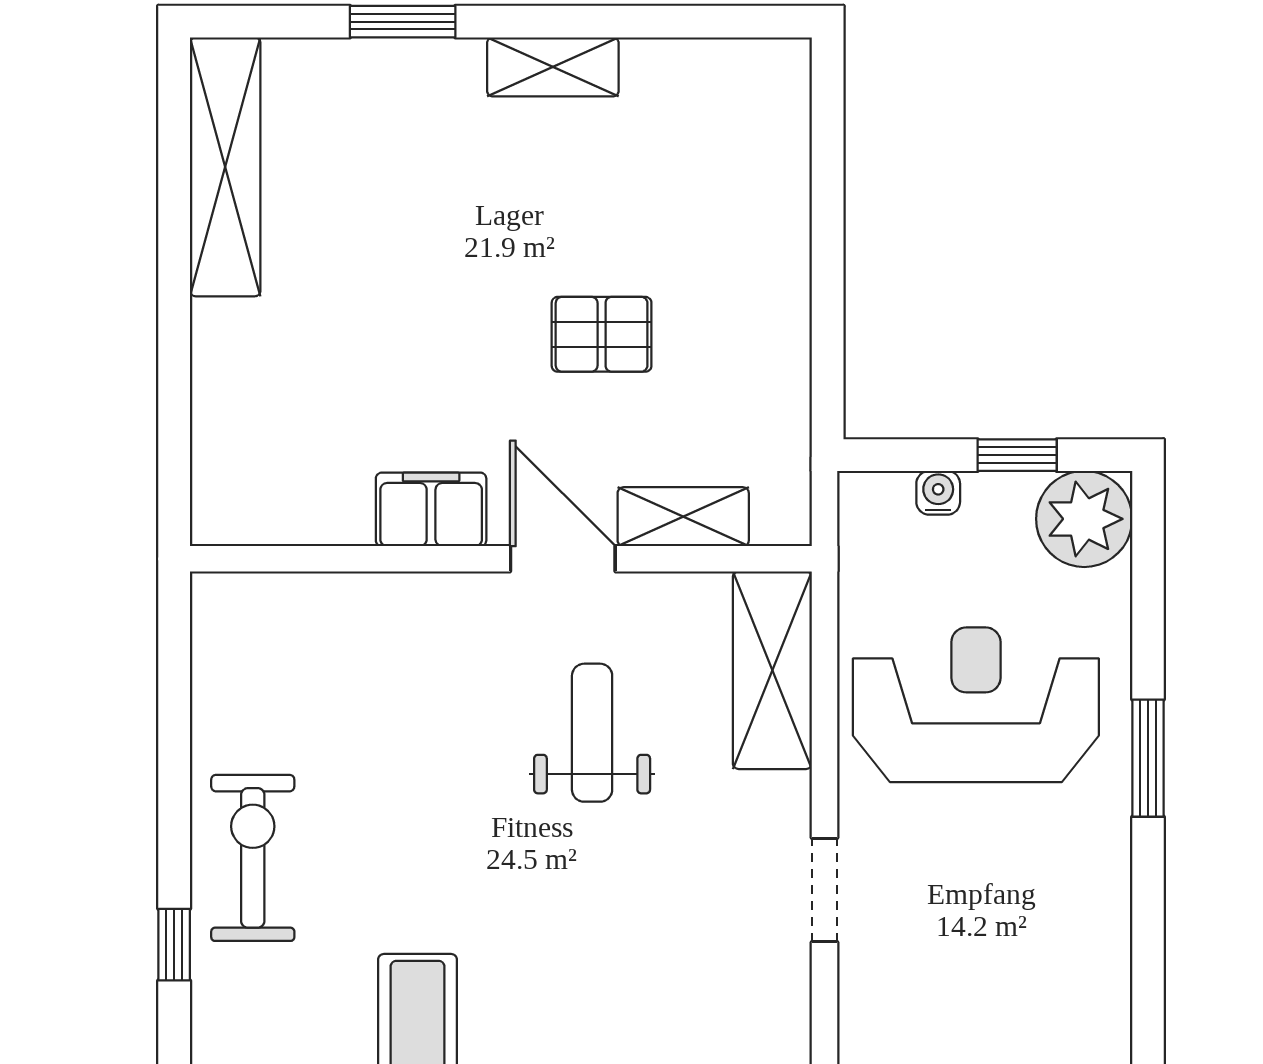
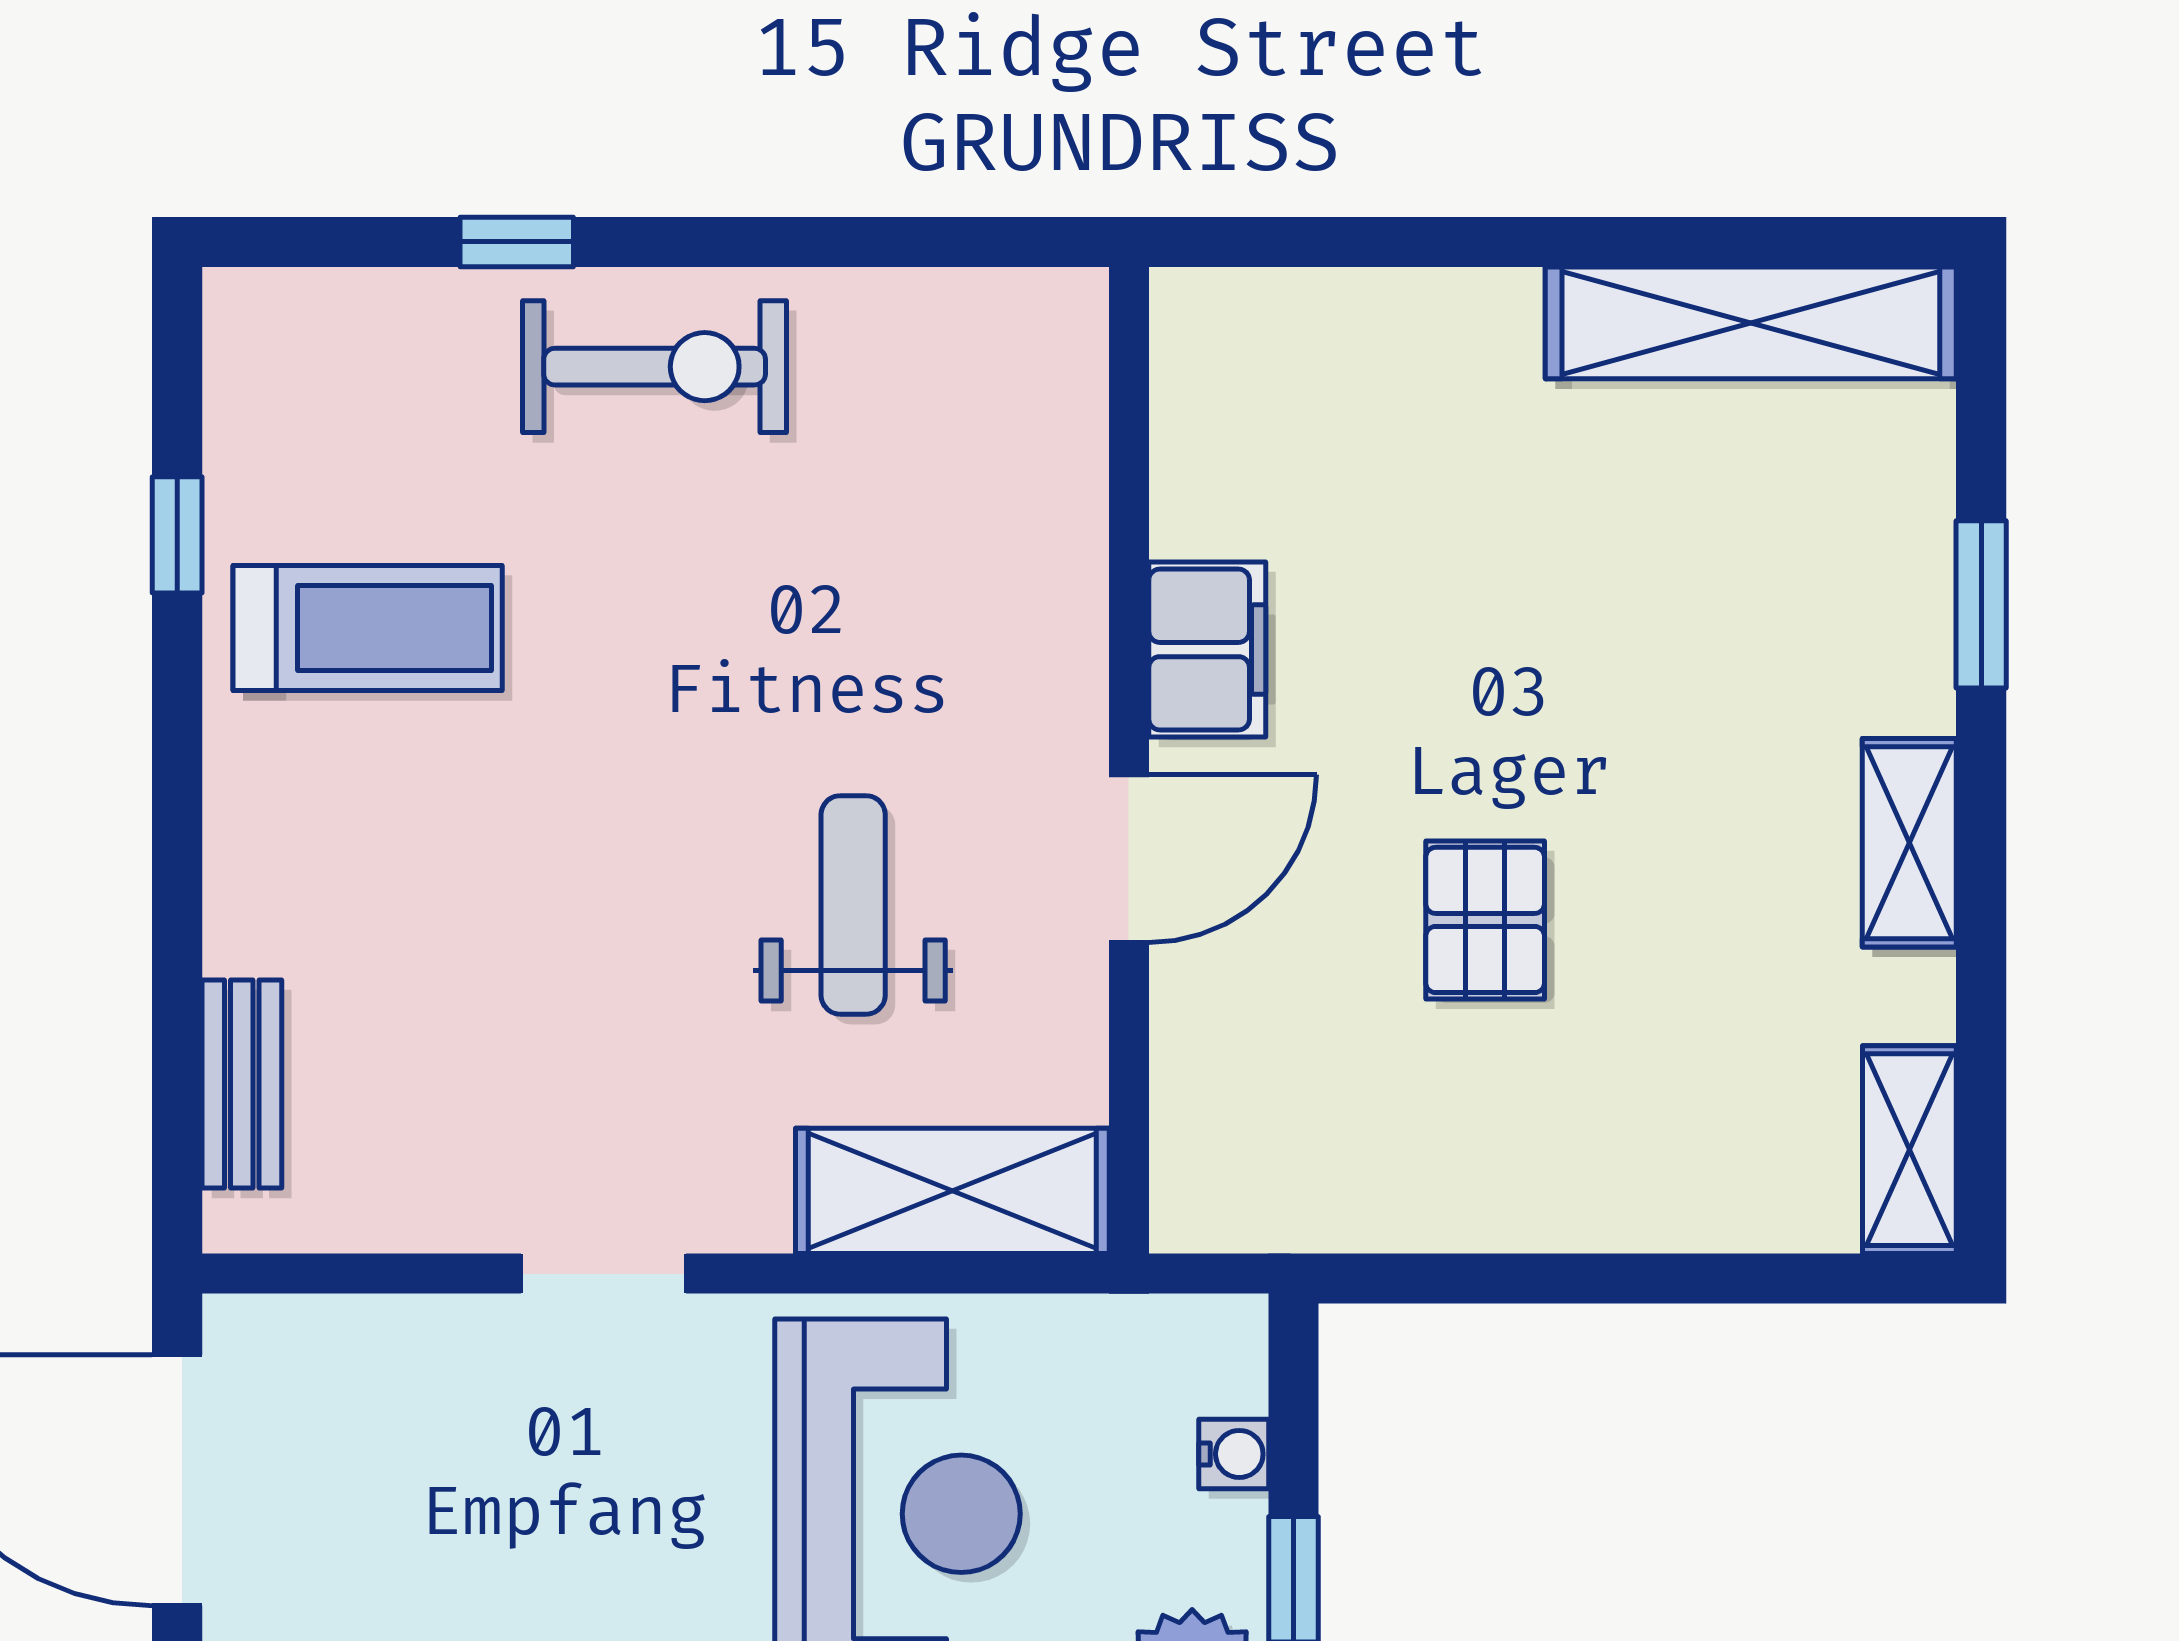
shelving: (683, 517) -> (1909, 1150), moved
weight bench: (592, 733) -> (853, 905), turned -90

